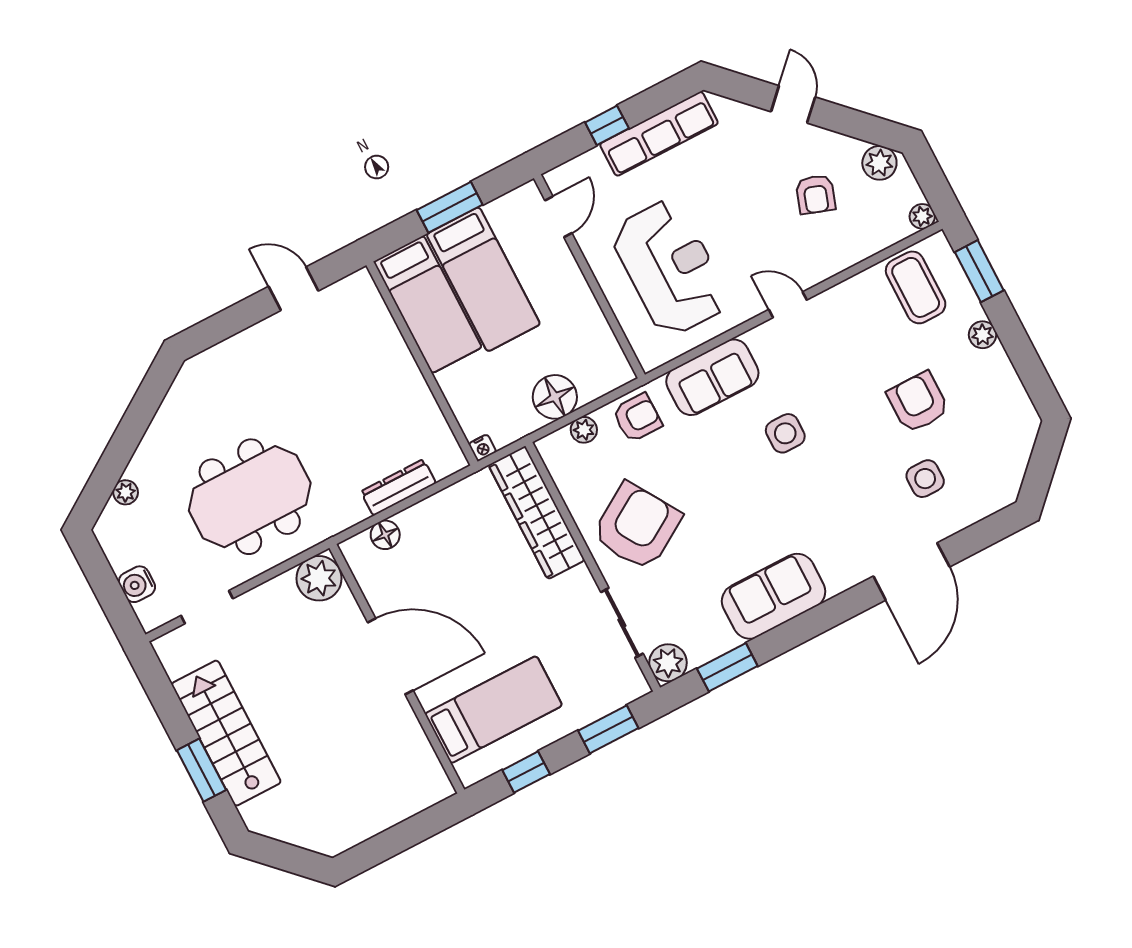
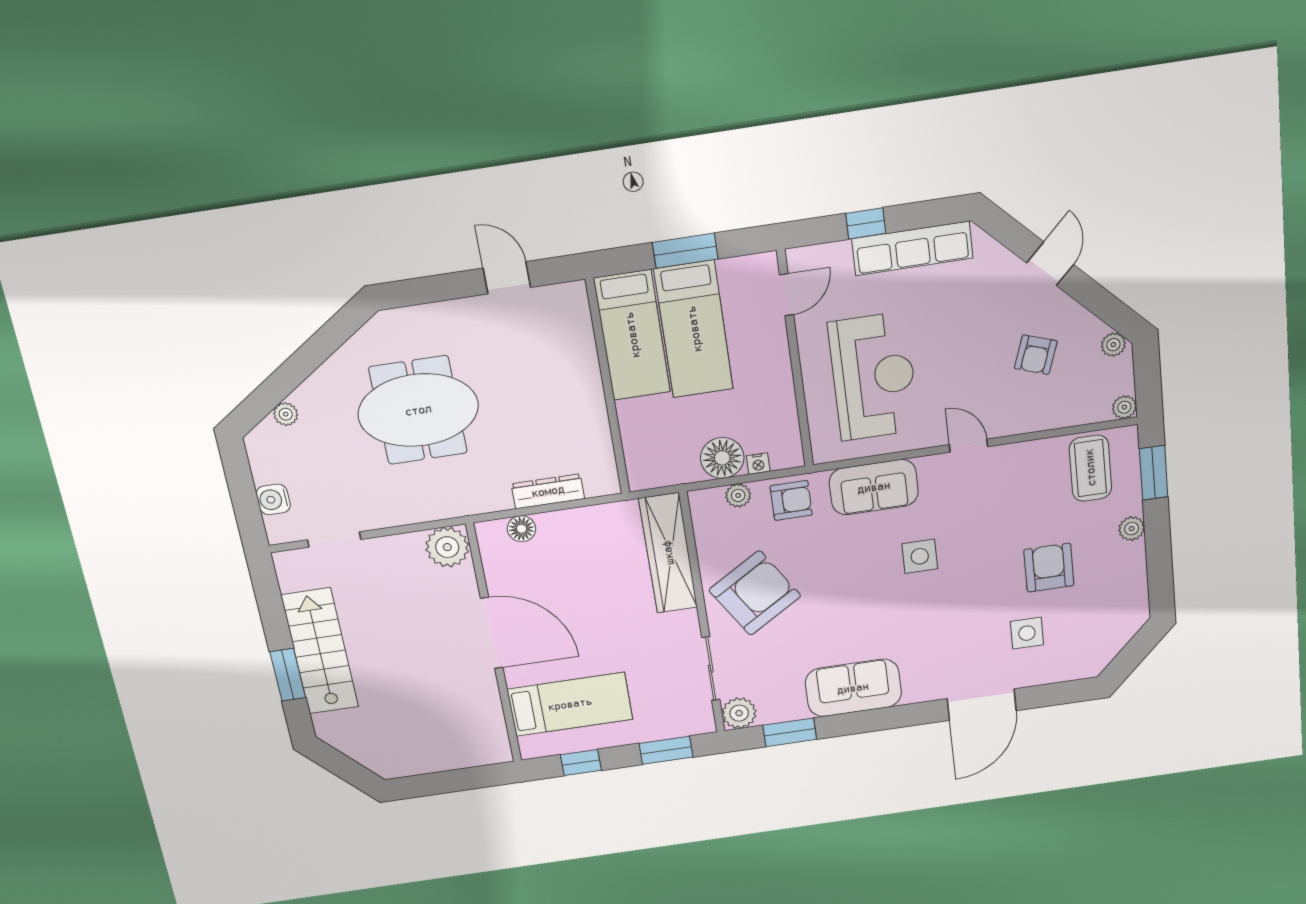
plant: (879, 163) -> (1113, 345), width x0.73, depth x0.73
nightstand: (482, 448) -> (758, 464), moved
meeting table: (250, 497) -> (418, 410), moved

